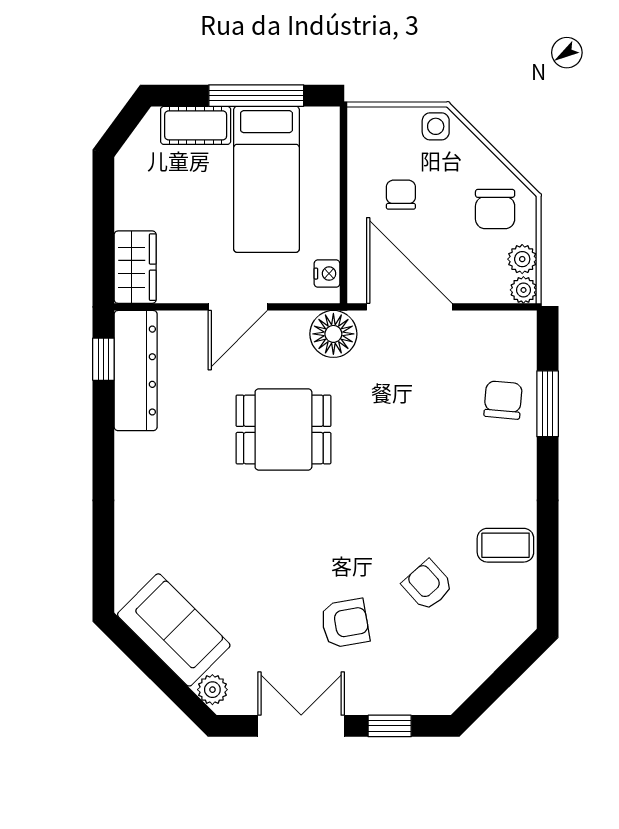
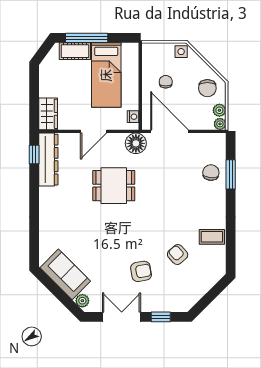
window: (256, 96) -> (87, 38), moved

